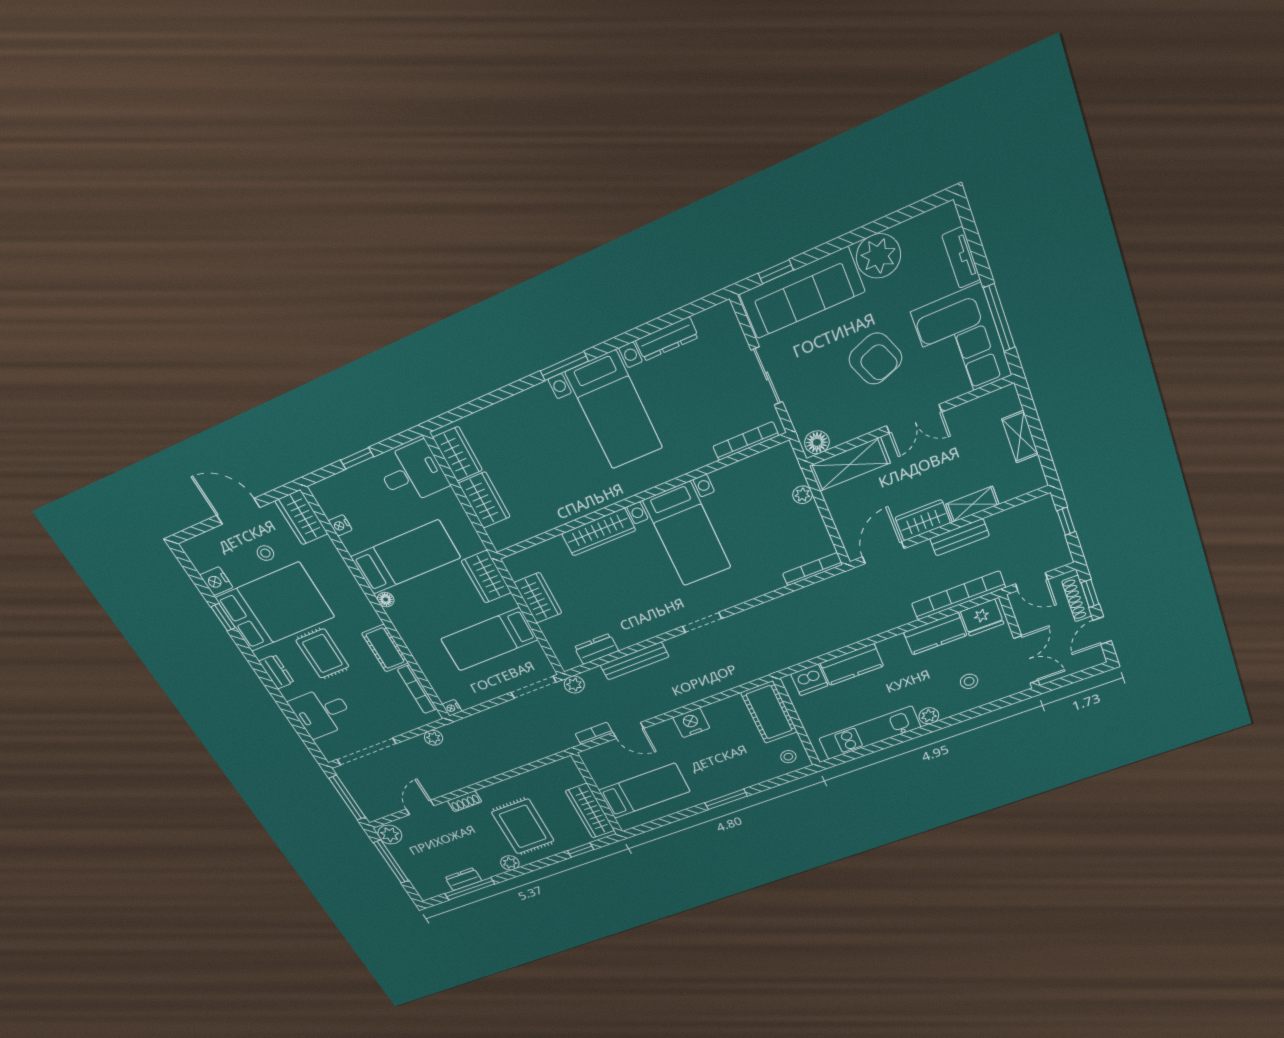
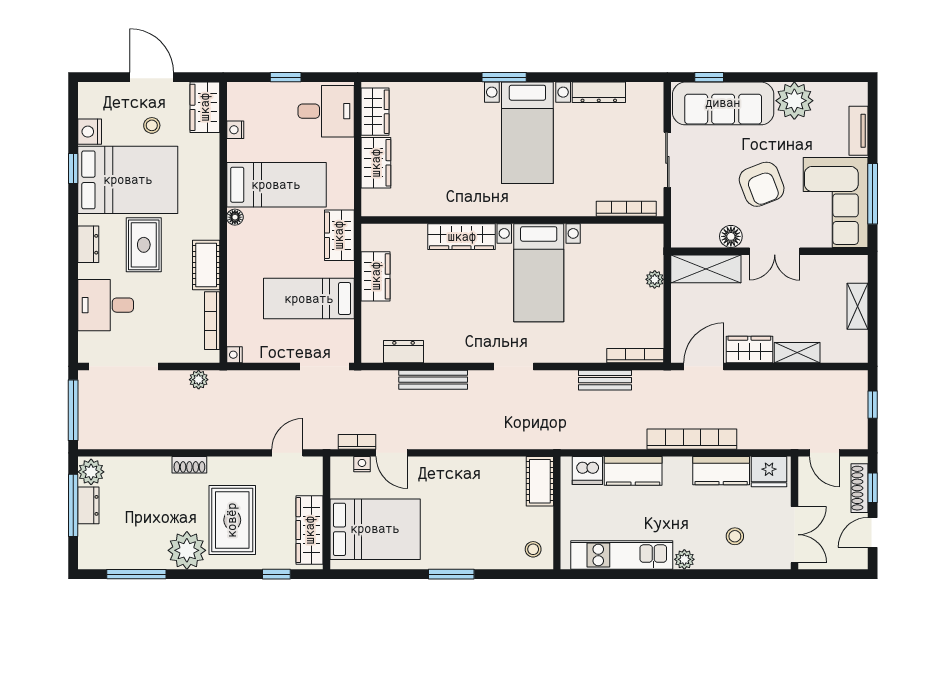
floor lamp: (817, 442) -> (731, 236), moved
bench: (959, 537) -> (605, 380), moved
bookcase: (958, 596) -> (692, 439), moved
plant: (574, 685) -> (364, 380), removed
cot: (769, 712) -> (540, 481), width x0.73, depth x0.75
nightstand: (691, 723) -> (362, 464), moved, width x0.53, depth x0.56
bed: (644, 791) -> (375, 529), width x1.50
door: (420, 807) -> (287, 453), moved
plant: (510, 863) -> (187, 550), width x1.88, depth x1.88
dresser: (463, 879) -> (88, 505), moved, turned 90

